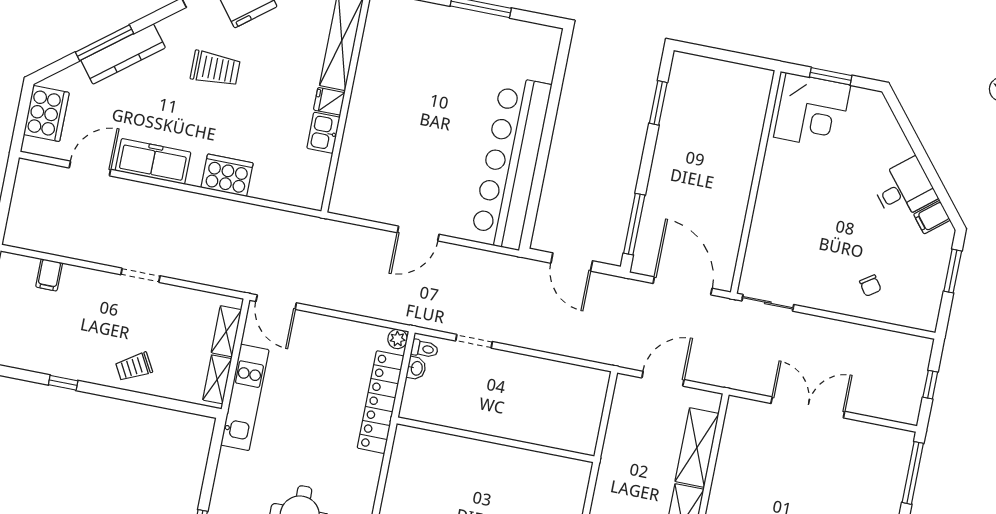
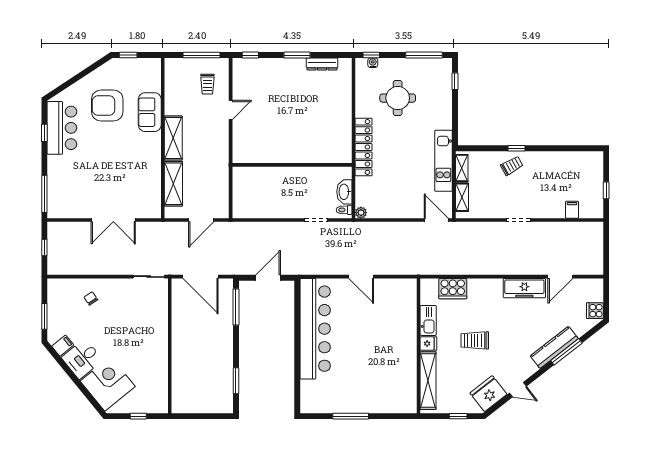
trolley: (215, 69) -> (475, 340), moved
window: (831, 76) -> (138, 416), width x0.67
corner desk: (812, 111) -> (108, 384), moved, turned 51
cooker: (46, 113) -> (595, 311), width x0.53, depth x0.76
kitchen sink: (323, 133) -> (428, 320), width x1.38
cooker: (227, 175) -> (453, 289), moved
door: (418, 234) -> (361, 277), swing flipped
door: (572, 262) -> (268, 278), hinge flipped
washbasin: (416, 368) -> (344, 192), width x1.91, depth x1.45
window: (63, 383) -> (517, 148), moved
locker: (381, 402) -> (364, 147), moved

